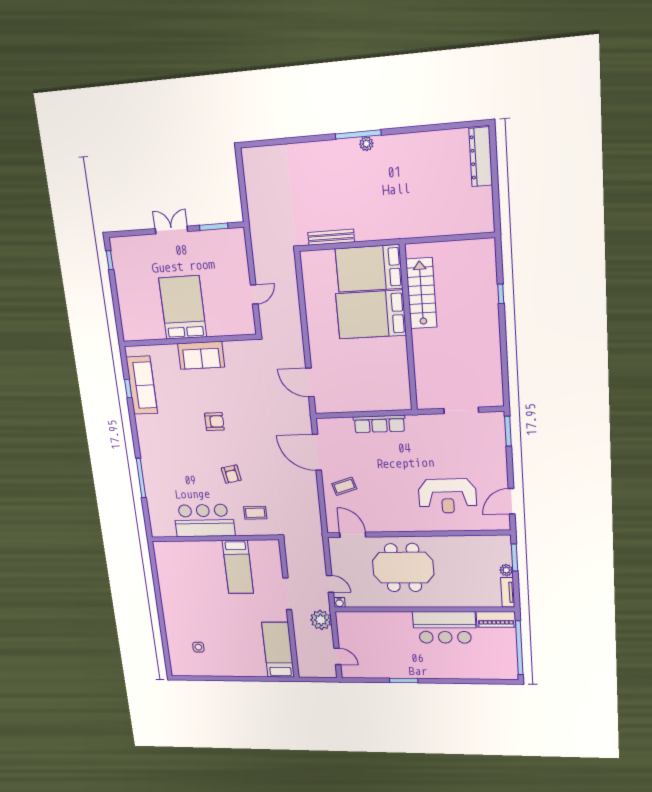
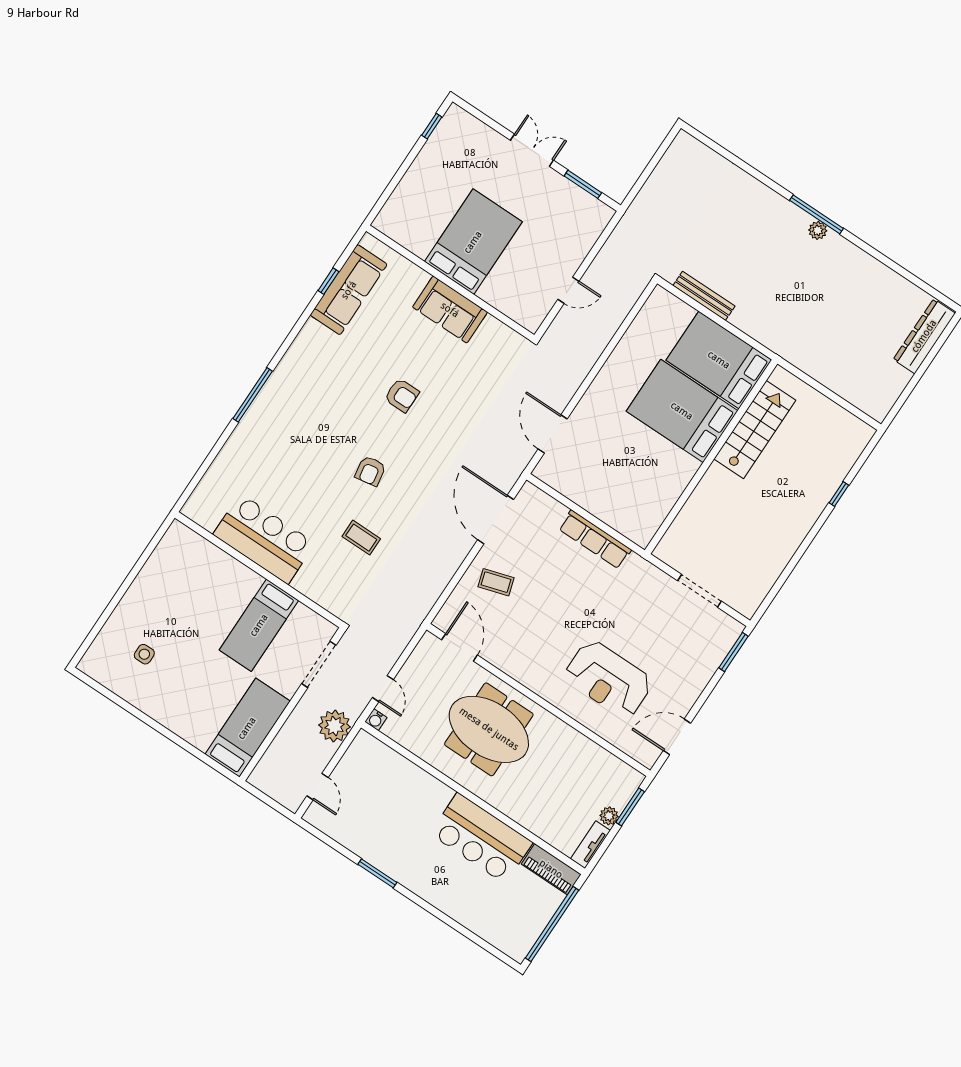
bar counter: (204, 521) -> (264, 539), moved
wall: (215, 538) -> (259, 570), moved
bed: (238, 567) -> (259, 625), moved

